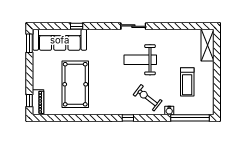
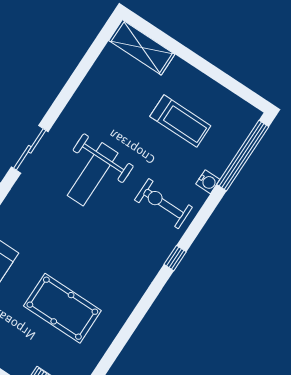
pool table: (75, 84) -> (62, 308), width x0.73, depth x0.76
exercise bike: (148, 98) -> (163, 204), turned 52

